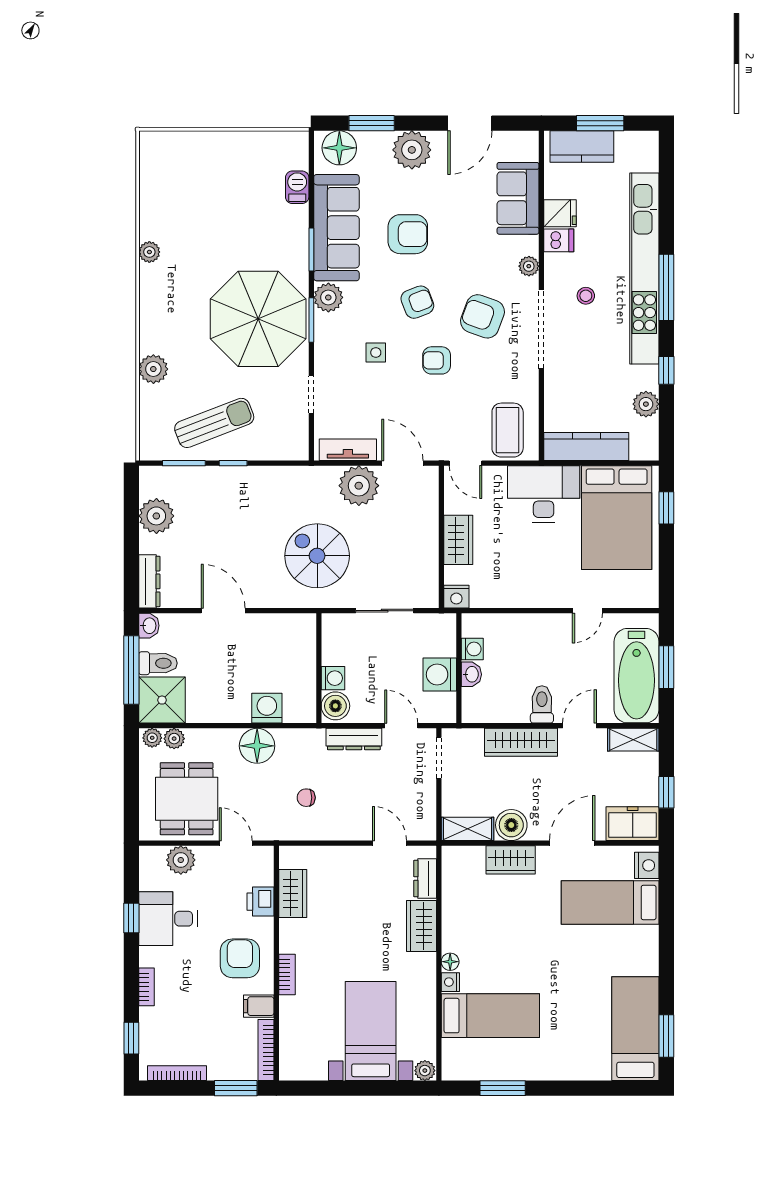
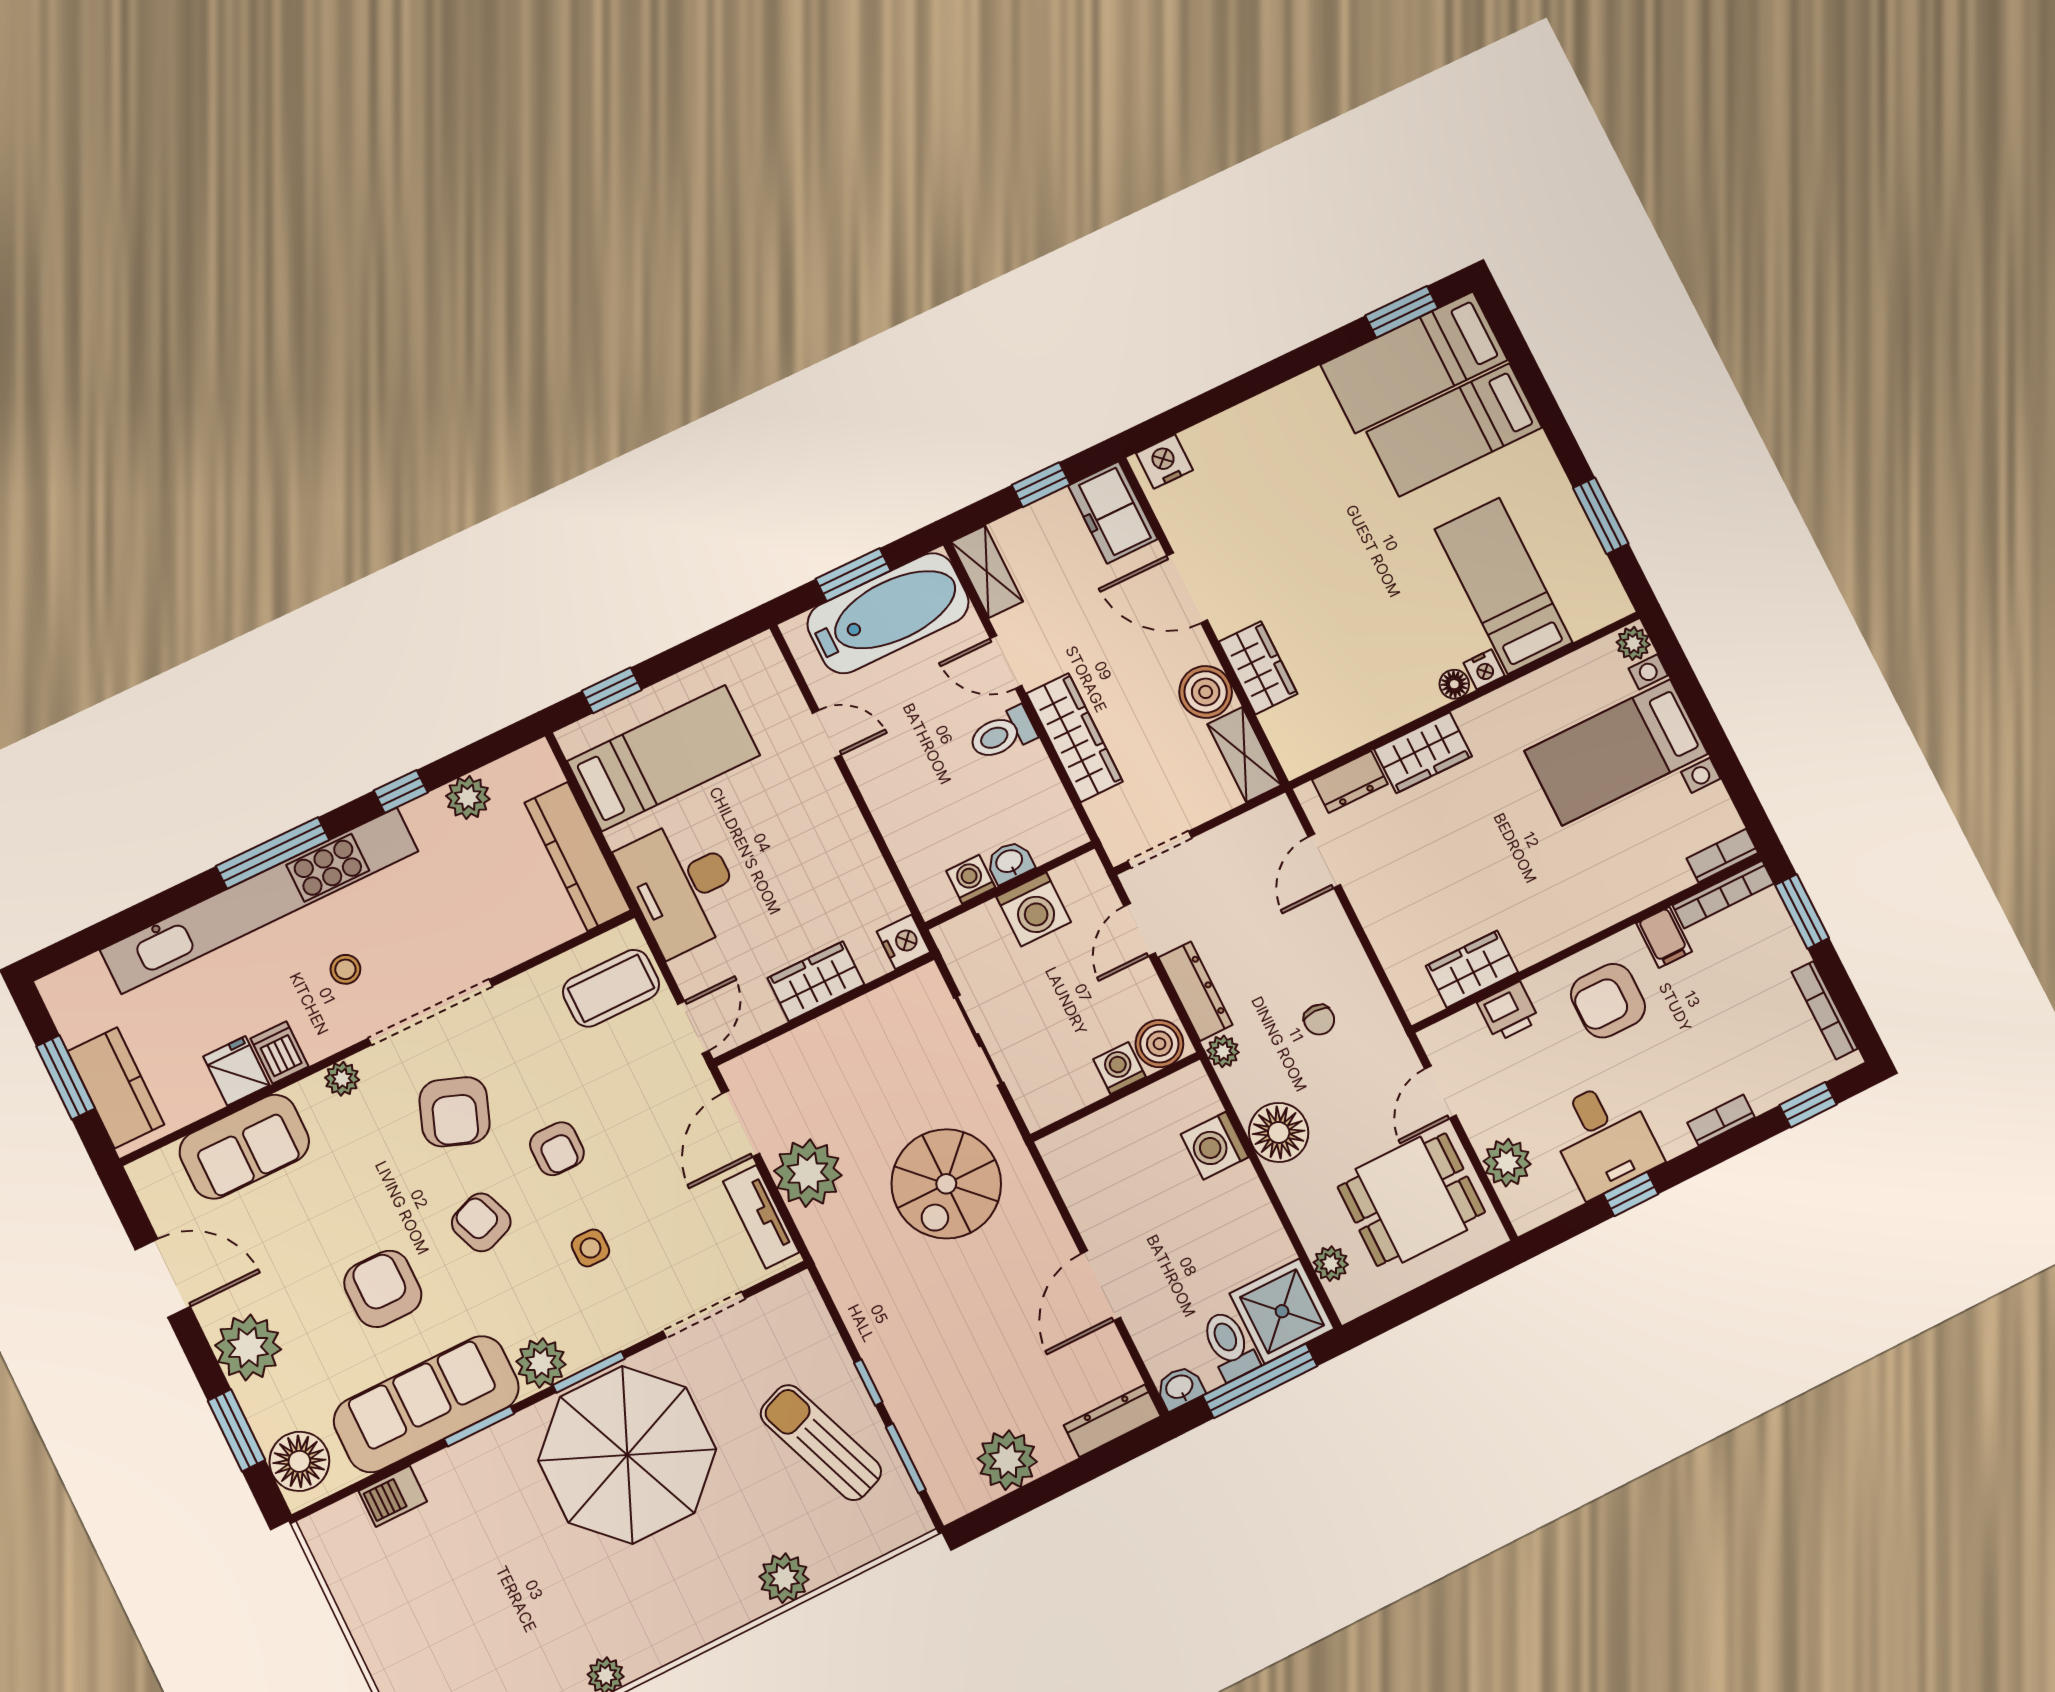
doorway: (311, 395) -> (704, 1315), width x1.38
bed: (617, 518) -> (664, 758), width x0.67
plant: (152, 738) -> (1223, 1051), moved
bed: (610, 902) -> (1454, 430), moved, turned 90
bookcase: (287, 974) -> (1722, 856), moved

